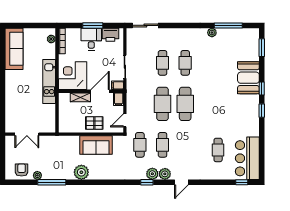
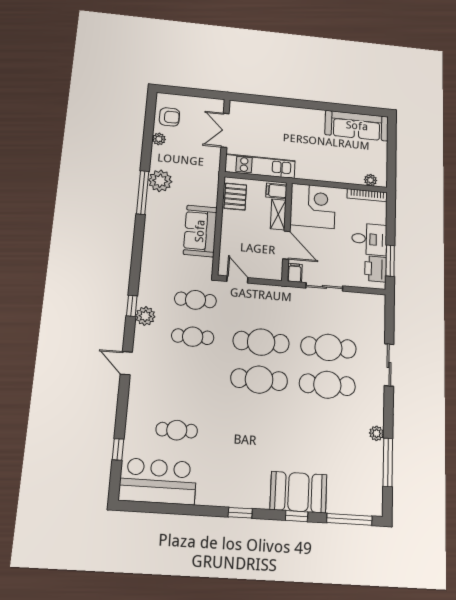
window: (93, 25) -> (390, 261), moved
sliding door: (145, 25) -> (389, 365), moved
window: (262, 48) -> (349, 519), width x1.44
cafe table: (163, 63) -> (328, 347), width x1.37, depth x1.35
cafe table: (185, 63) -> (327, 385), width x1.37, depth x1.35
kitchen unit: (49, 81) -> (260, 166), moved
window: (262, 89) -> (297, 516), moved
filing cabinet: (119, 99) -> (276, 191), moved
pallet: (94, 123) -> (235, 197), moved
plant: (81, 172) -> (160, 181), moved
plant: (165, 174) -> (143, 337), removed
window: (52, 182) -> (143, 193), moved
window: (242, 182) -> (118, 449), moved

